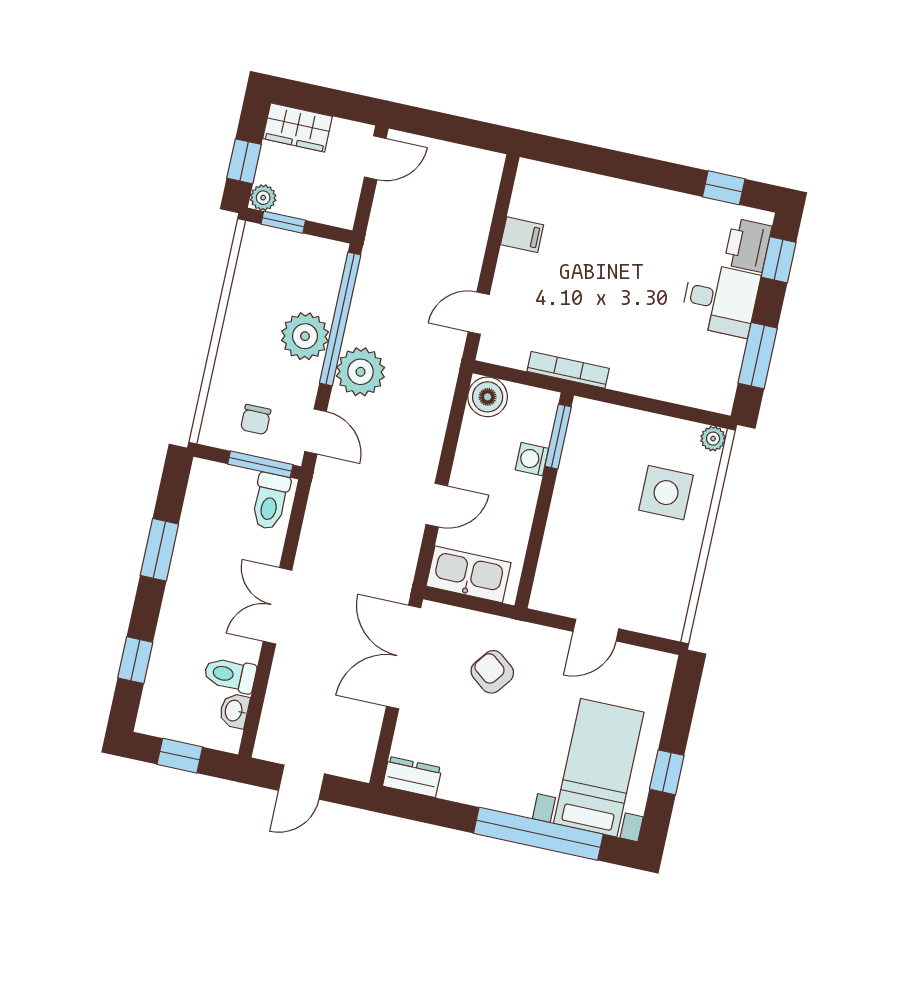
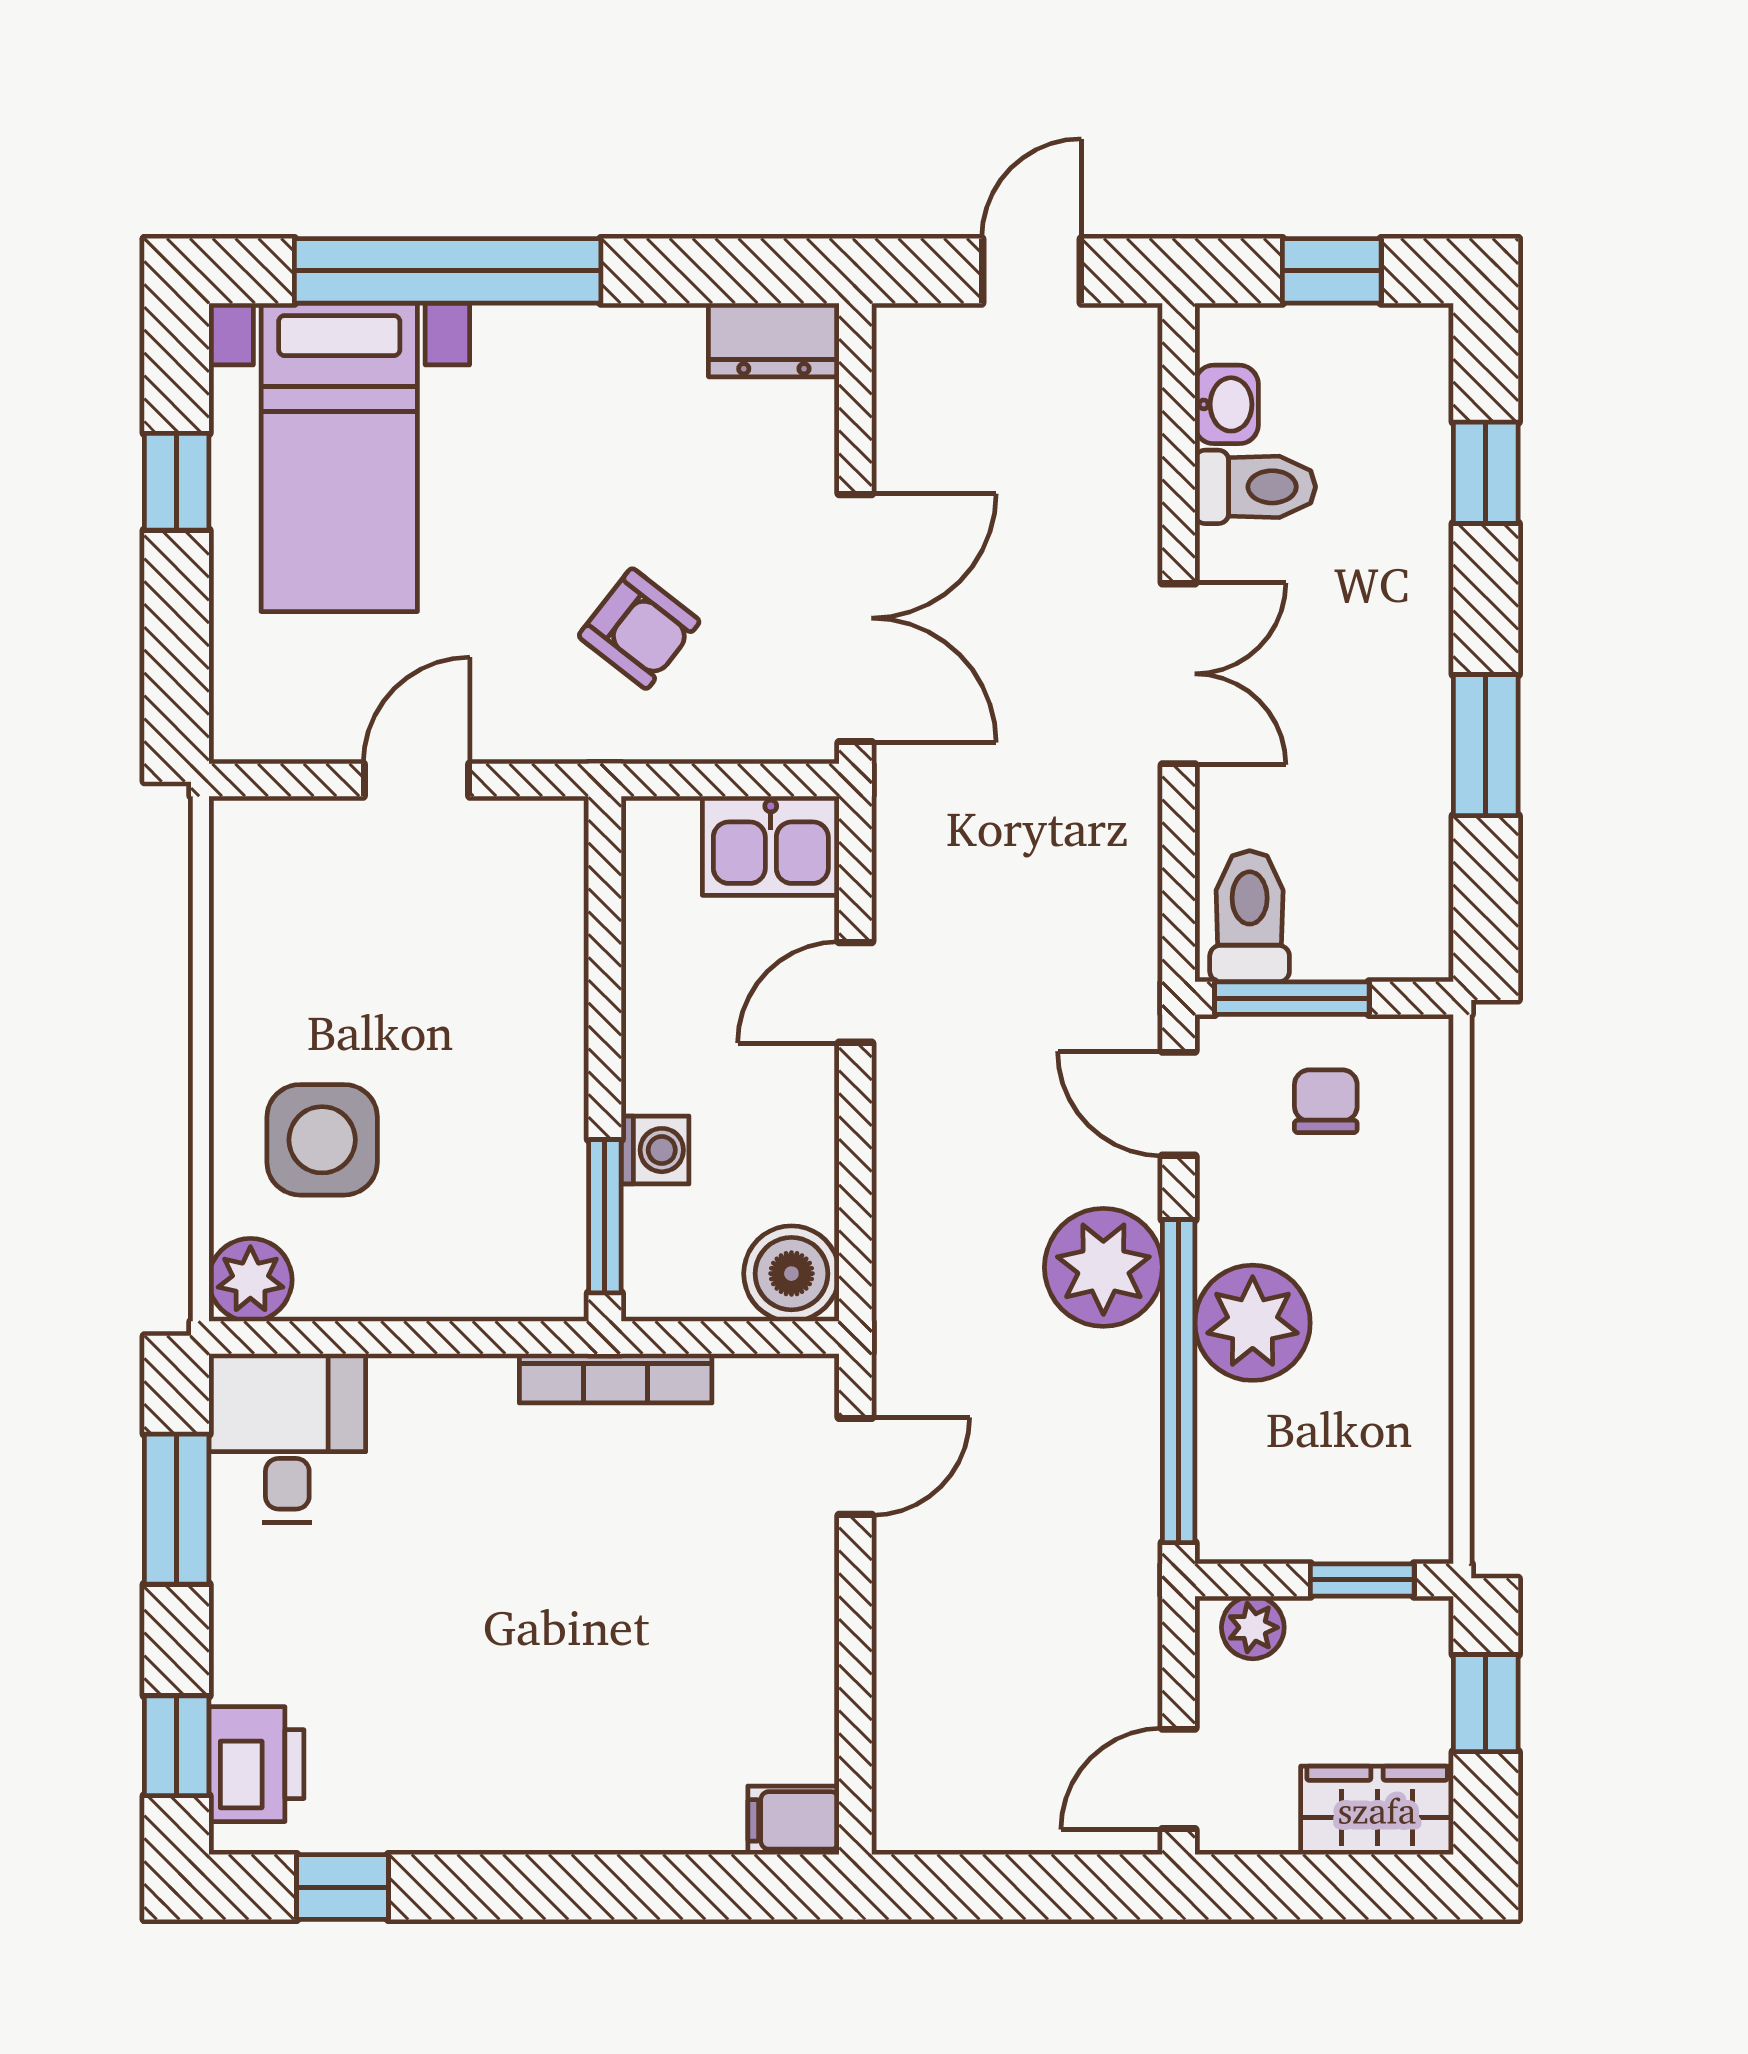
plant: (263, 198) -> (1253, 1627), moved
filing cabinet: (522, 235) -> (794, 1820), moved
desk: (720, 300) -> (287, 1438), moved, turned 90
plant: (713, 439) -> (250, 1280), width x1.38, depth x1.38
kitchen sink: (469, 574) -> (771, 846), width x0.73

